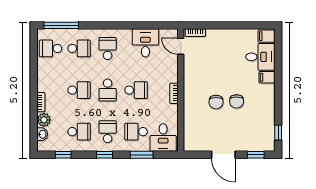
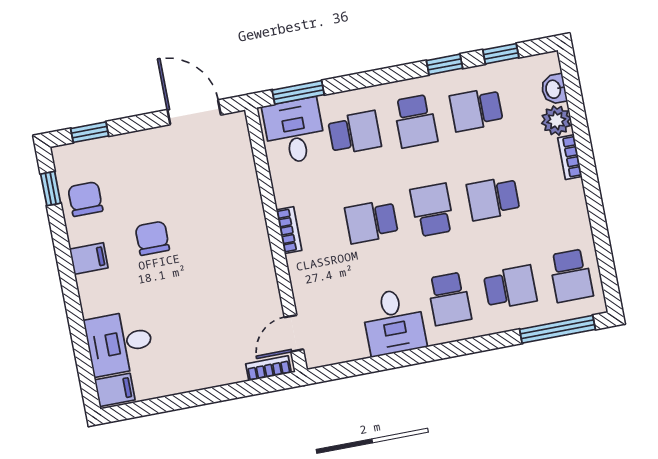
desk: (145, 43) -> (394, 322), moved
door: (181, 46) -> (294, 333), swing flipped
school desk: (51, 48) -> (571, 276), turned 90
school desk: (79, 48) -> (510, 287), turned 180
filing cabinet: (267, 77) -> (89, 259), moved
chair: (216, 102) -> (85, 199), moved
window: (105, 155) -> (444, 64), moved
window: (142, 155) -> (298, 92), moved
door: (223, 155) -> (194, 112), moved

